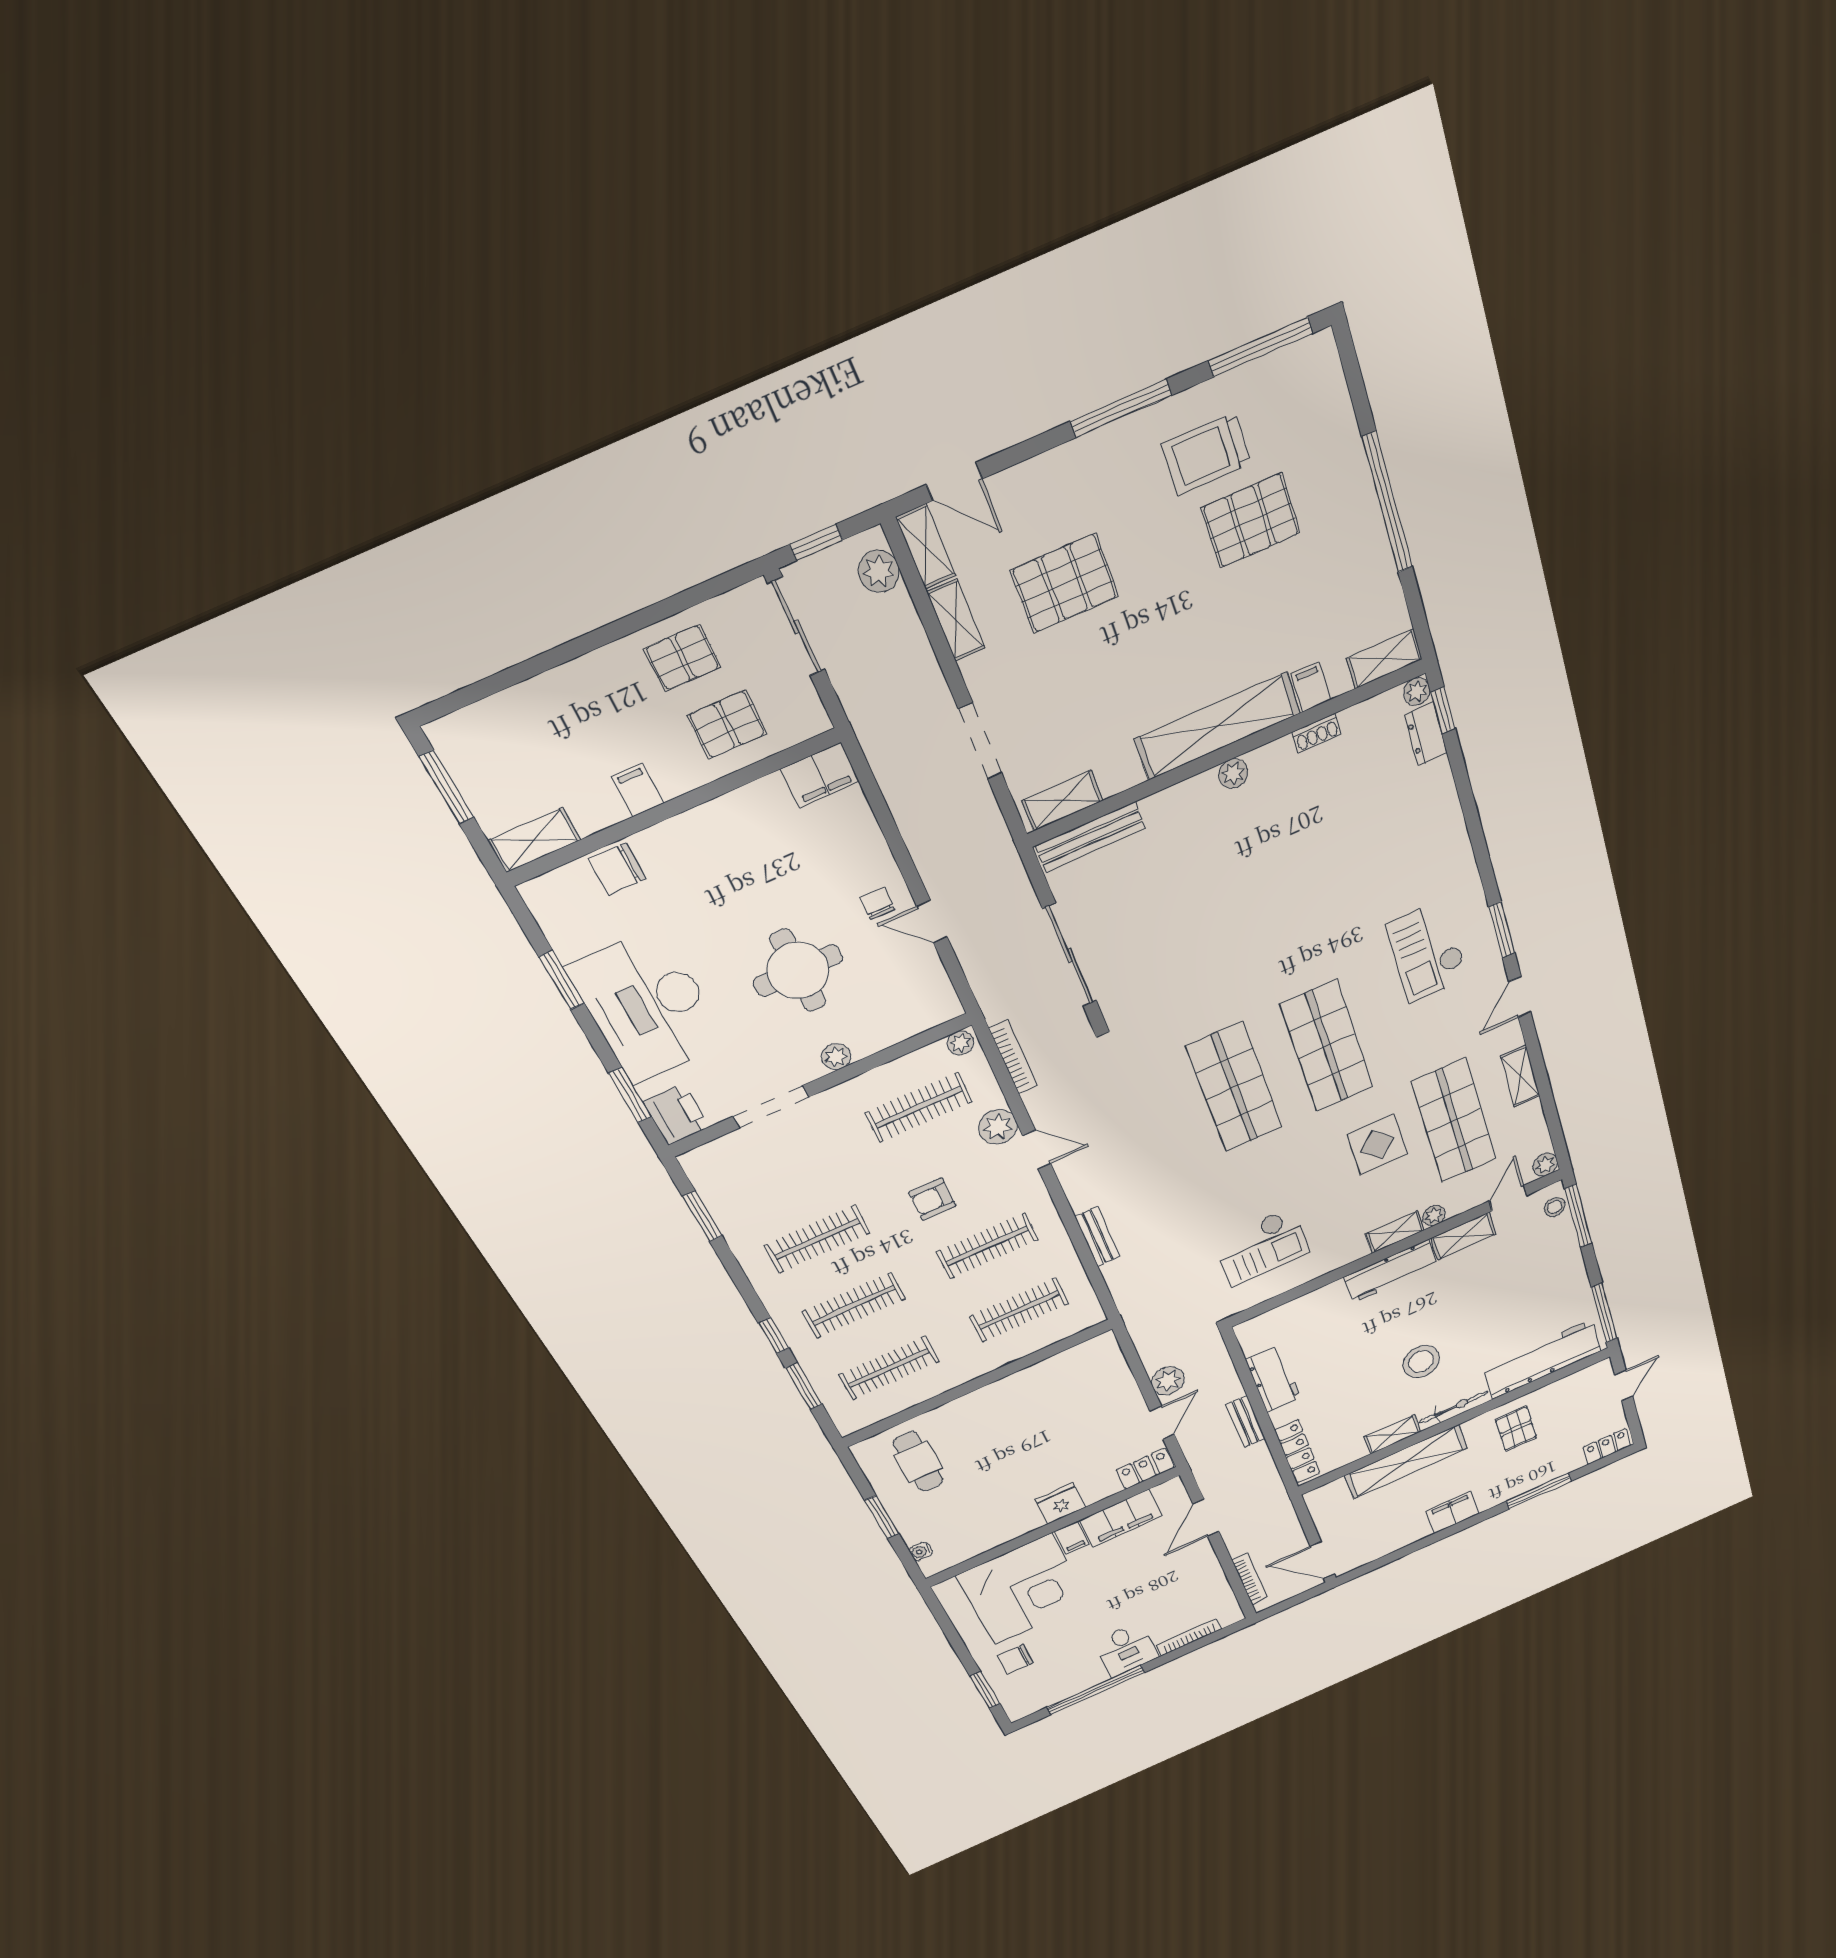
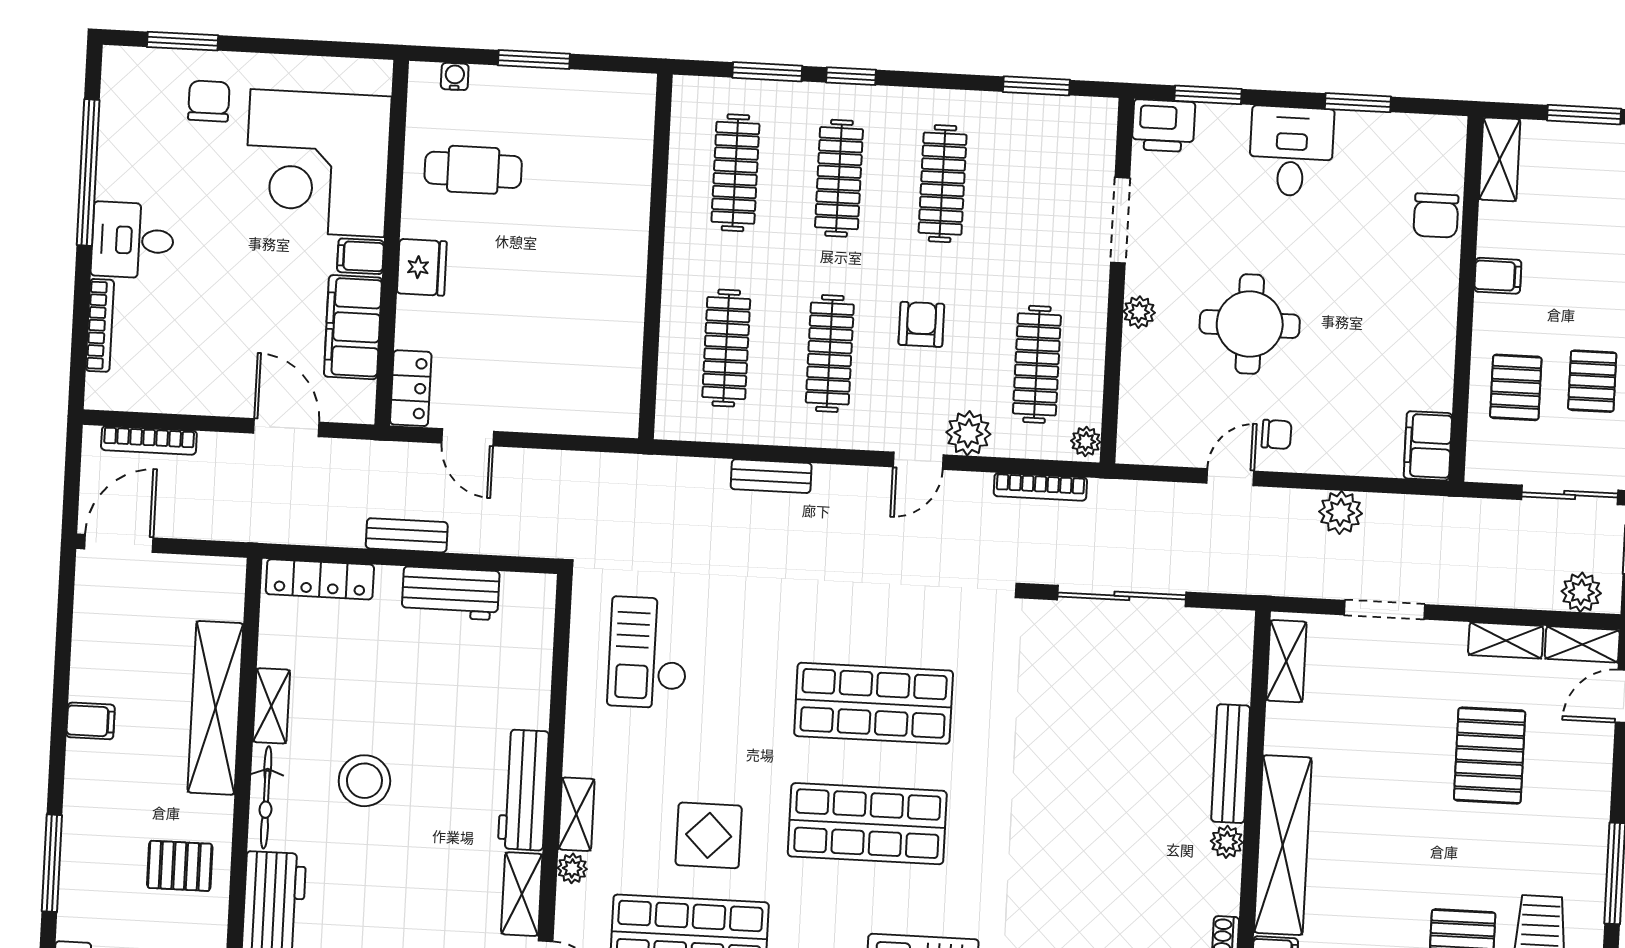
bench: (1090, 837) -> (1231, 764), moved
chair: (617, 869) -> (1436, 215), turned 180
desk: (647, 1006) -> (1291, 151), width x0.53, depth x0.77
plant: (1168, 1381) -> (1341, 512), moved
cafe table: (918, 1462) -> (473, 170), moved
filing cabinet: (1453, 1512) -> (91, 721), width x0.50

